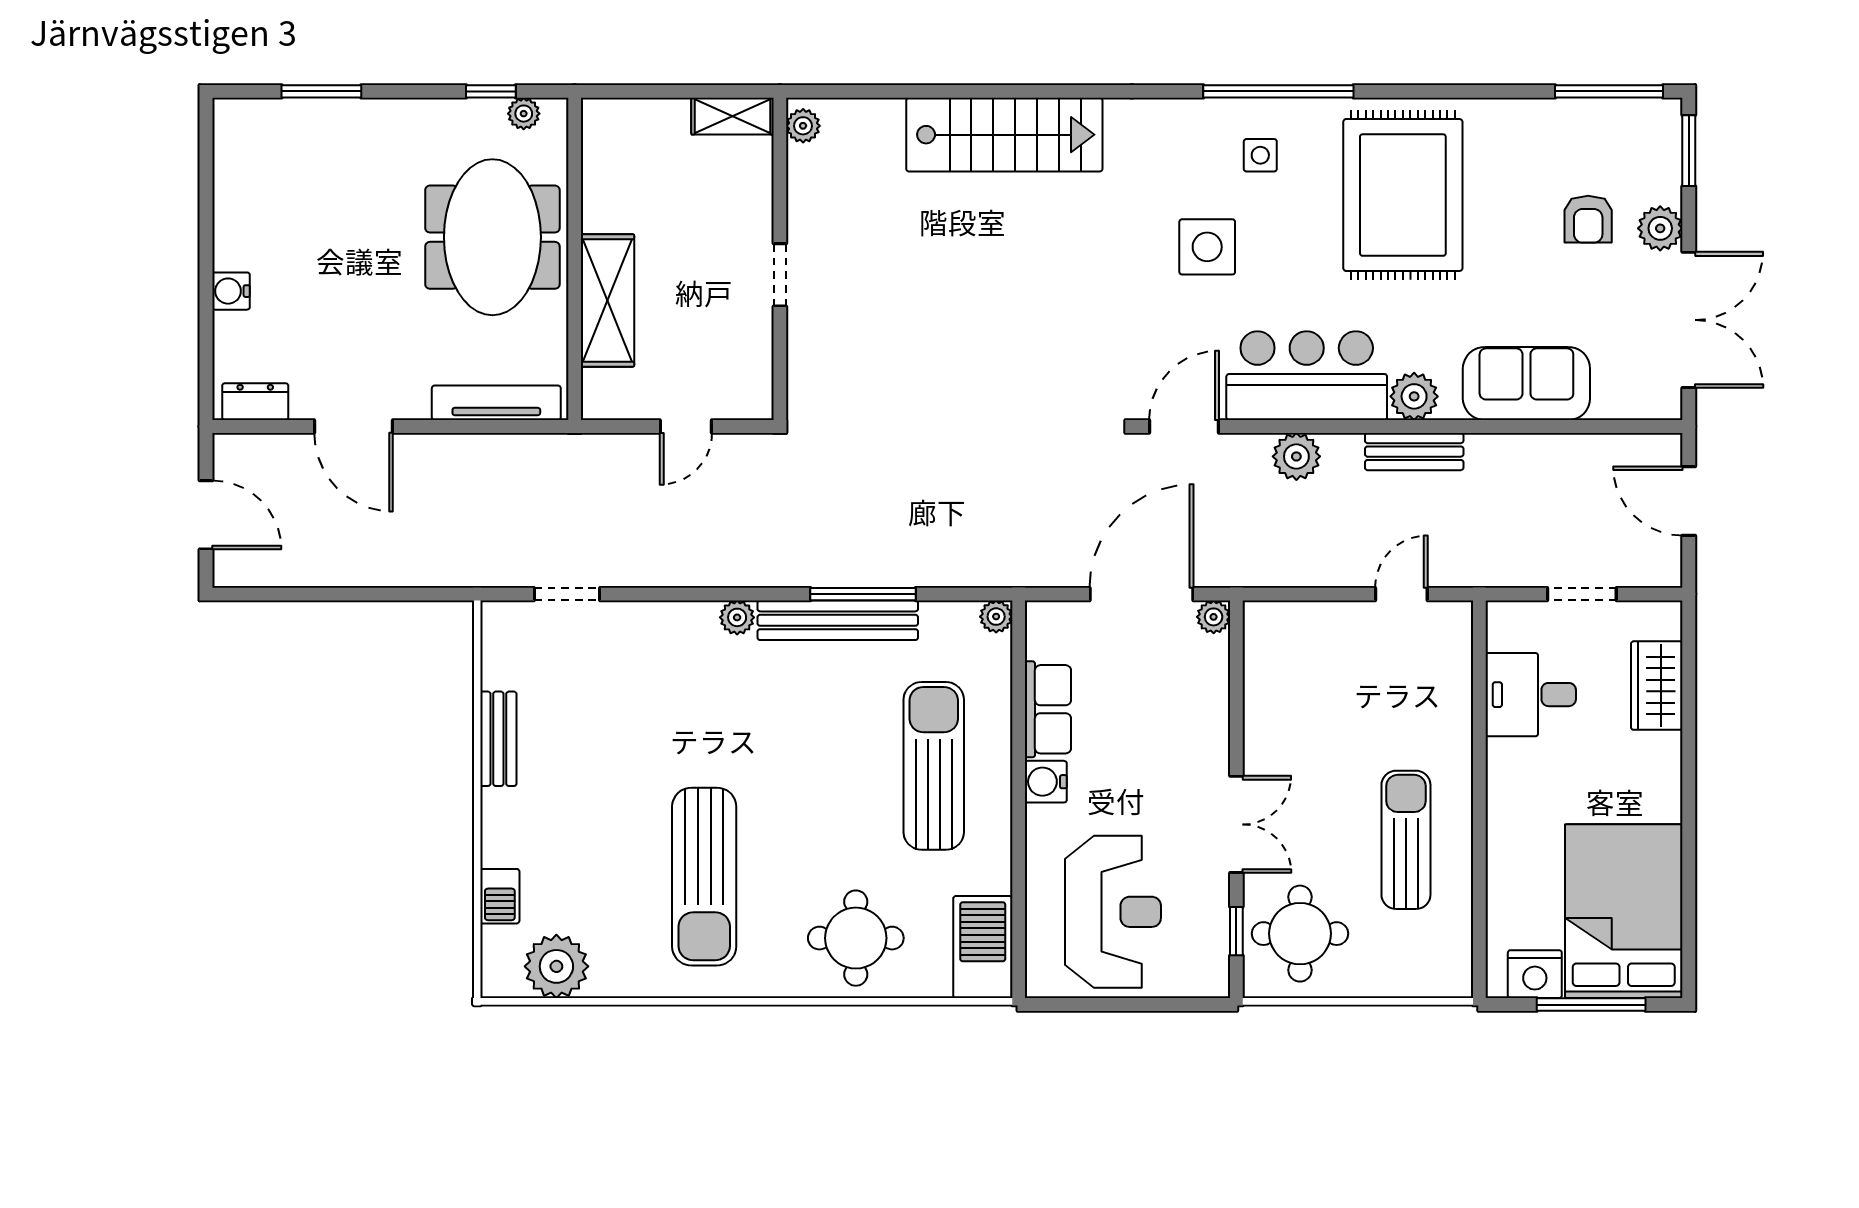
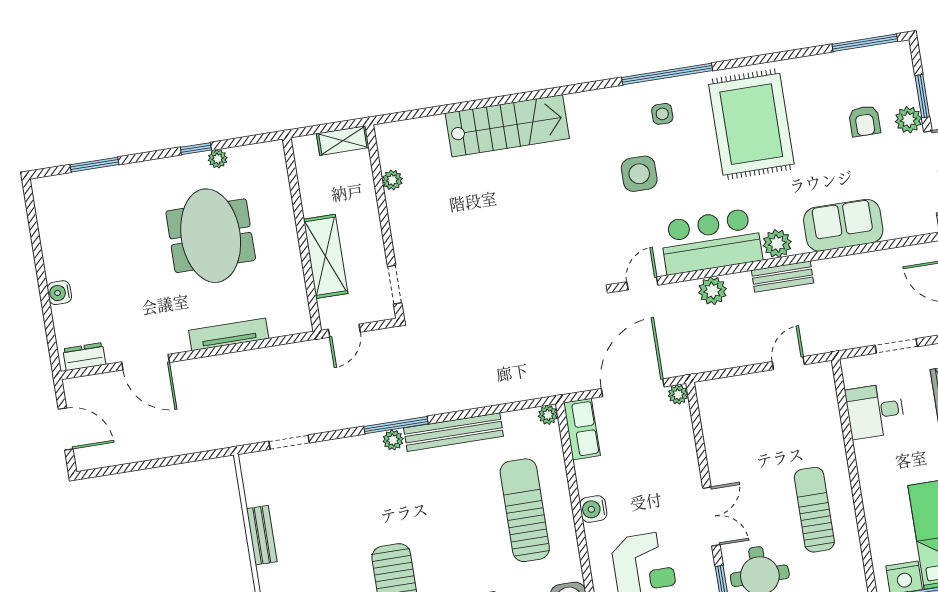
plant: (803, 126) -> (392, 180), moved
window: (1689, 151) -> (922, 96), moved
wall: (575, 259) -> (302, 235), moved
doorway: (780, 275) -> (395, 285), moved
shelving: (607, 300) -> (326, 256), moved
door: (1184, 427) -> (642, 283), width x0.73
window: (863, 594) -> (396, 425), moved
row of seats: (1048, 709) -> (582, 429), moved

